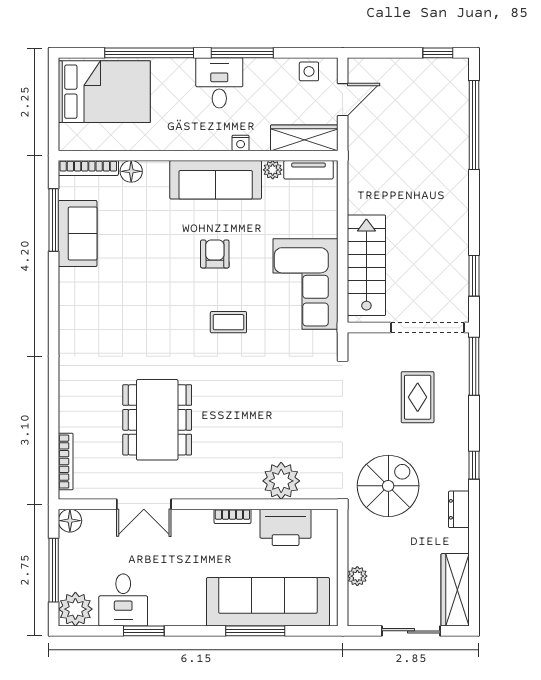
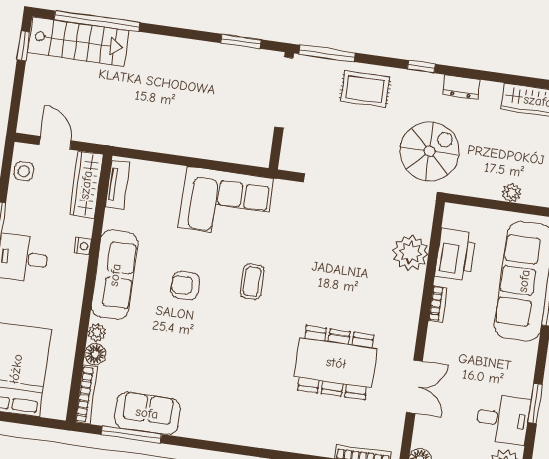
plant: (273, 170) -> (97, 333), moved
stairs: (366, 265) -> (78, 42), moved, turned 180
rug: (418, 397) -> (365, 89), moved
spiral stairs: (388, 486) -> (430, 151), turned 90

